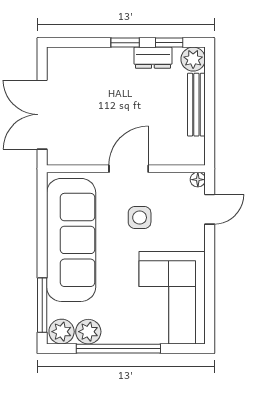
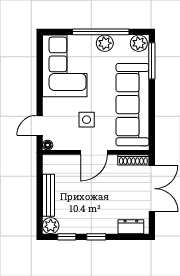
dresser: (153, 58) -> (131, 227), moved
shoe rack: (70, 158) -> (133, 160), added
plant: (88, 332) -> (105, 43), moved

